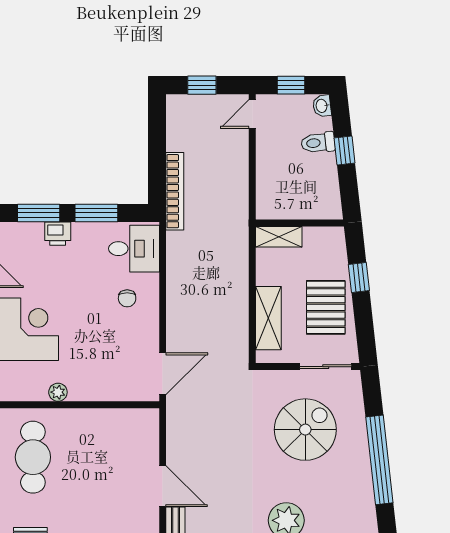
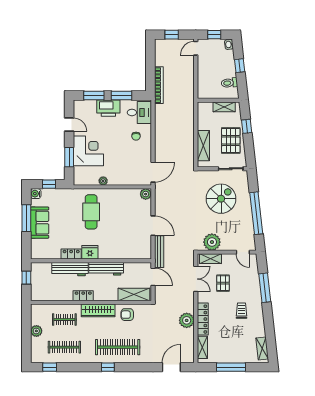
toilet: (318, 143) -> (229, 83), moved
printer: (58, 234) -> (108, 108), width x1.87, depth x1.48
shelving: (279, 237) -> (224, 107), moved
plant: (147, 420) -> (146, 194), added

